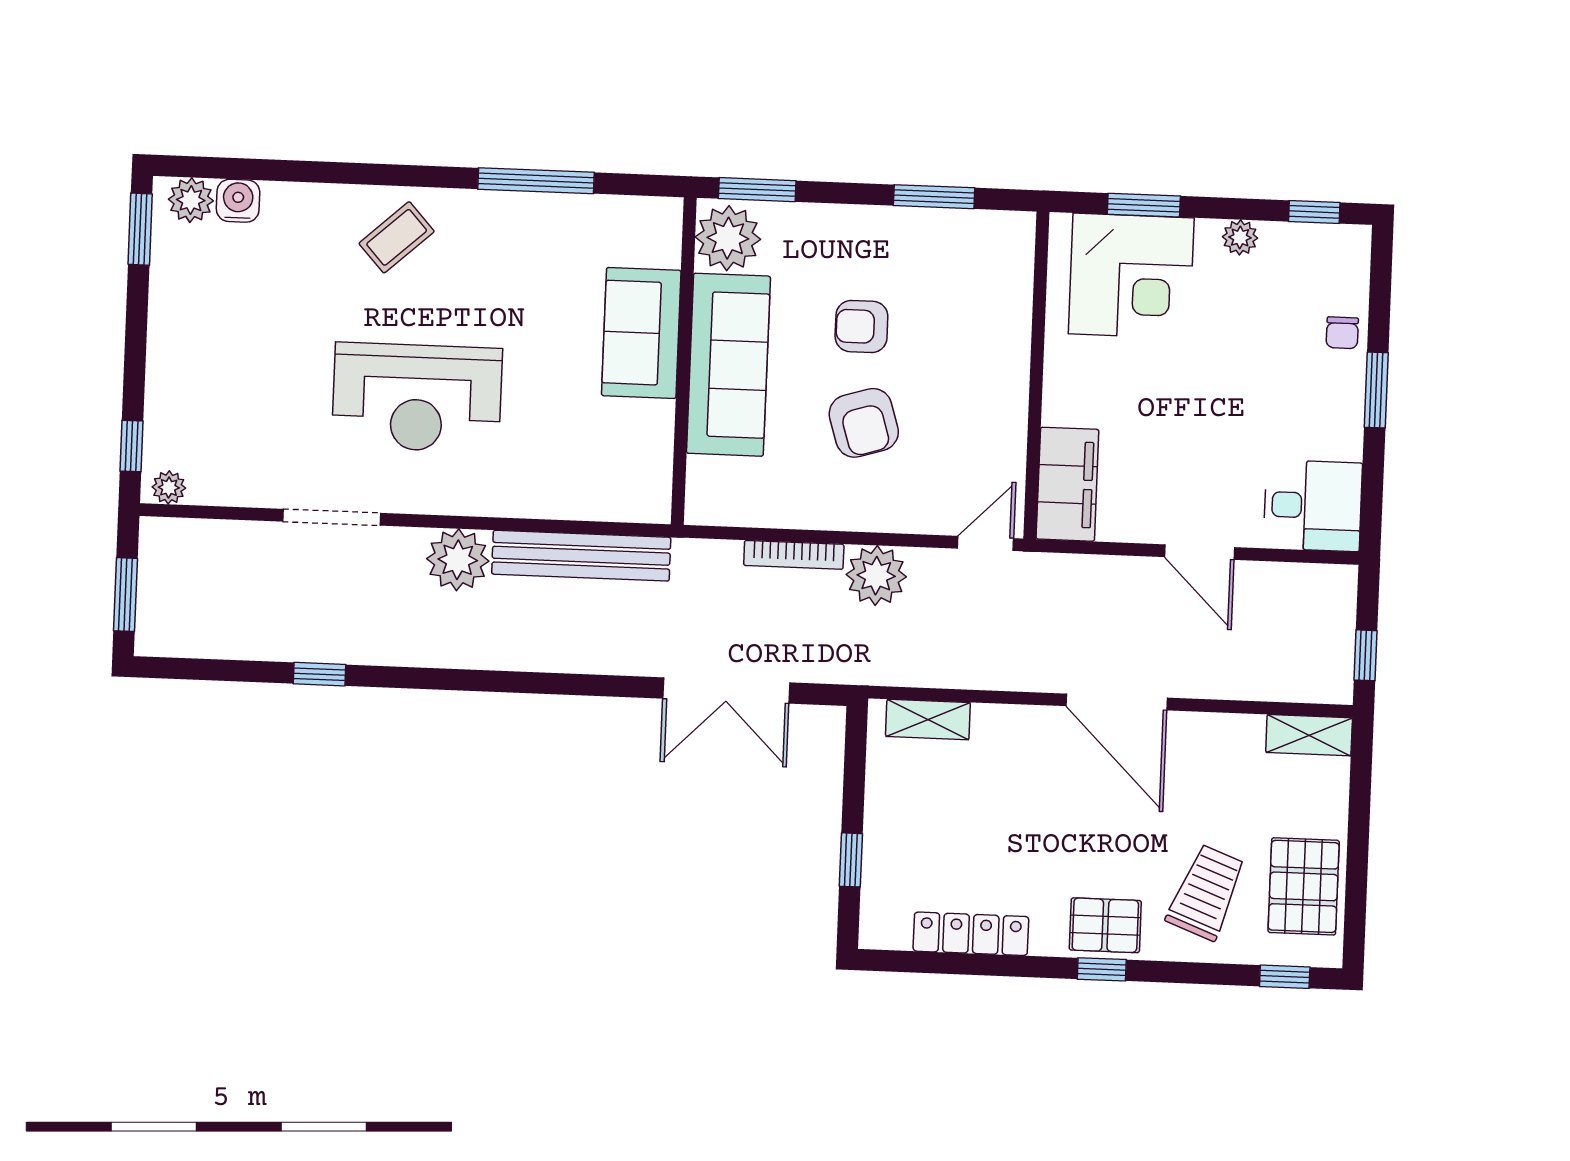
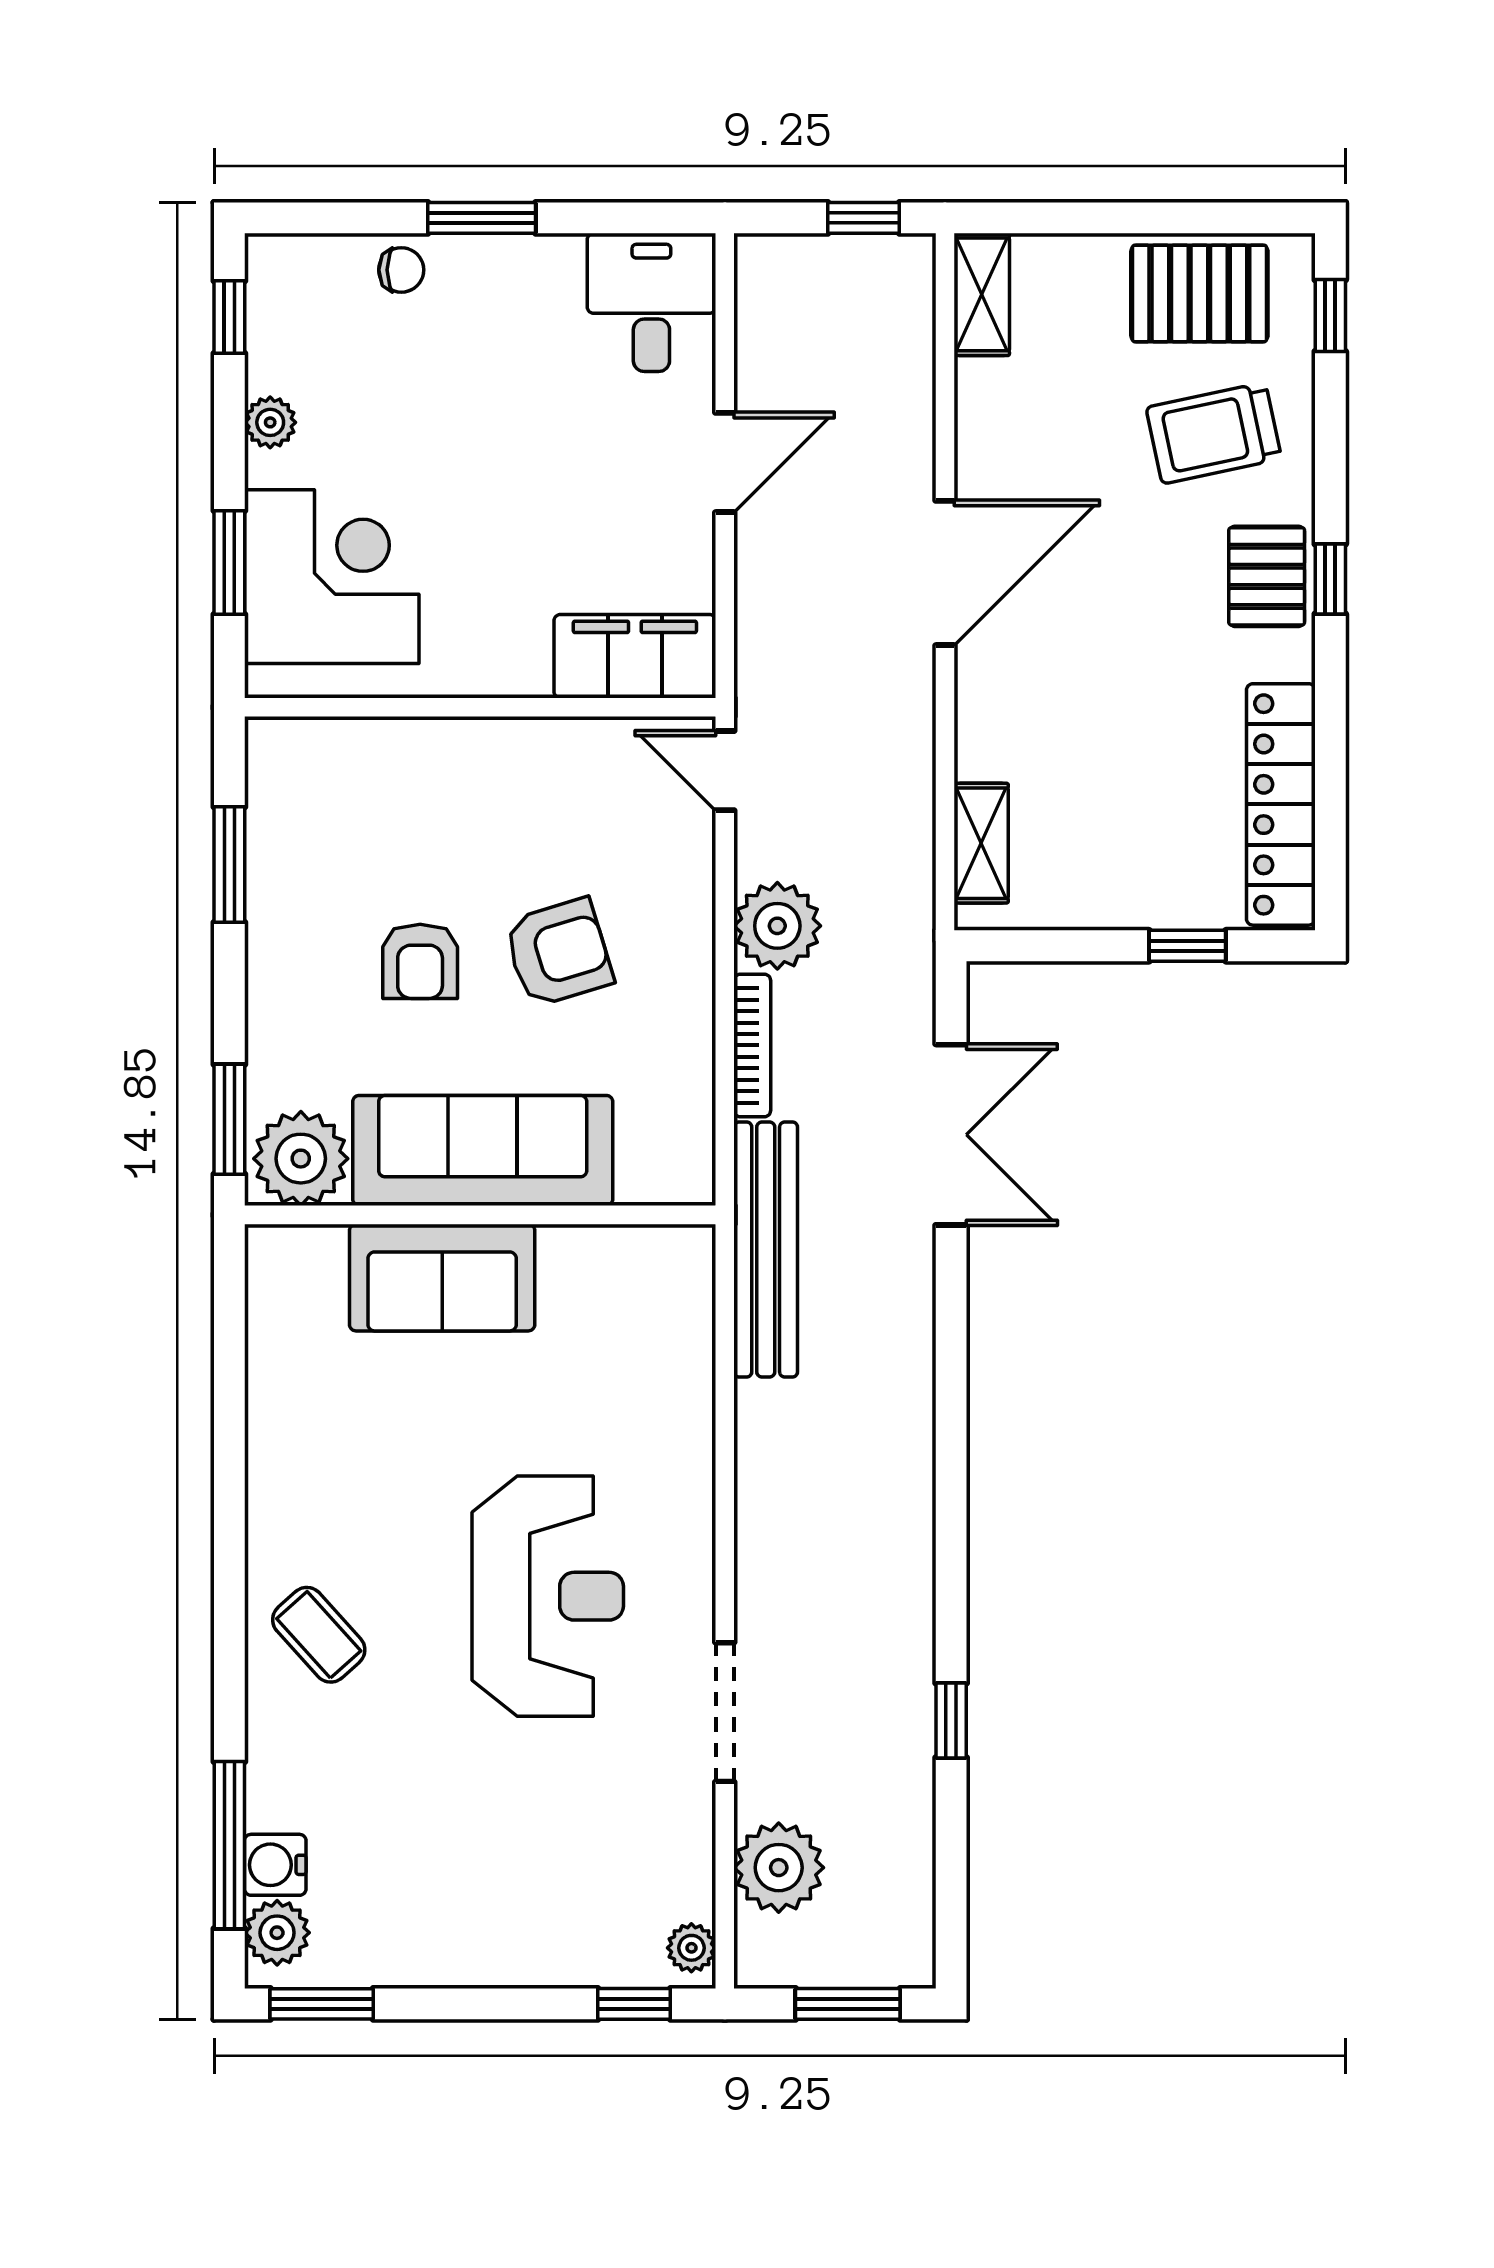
window: (536, 181) -> (229, 1845), moved
bench: (581, 556) -> (766, 1249), moved
plant: (458, 560) -> (779, 1868), moved
trolley: (1206, 892) -> (1214, 433), turned -33
locker: (971, 934) -> (1281, 804), width x1.41, depth x1.21

